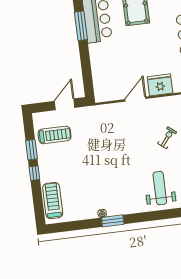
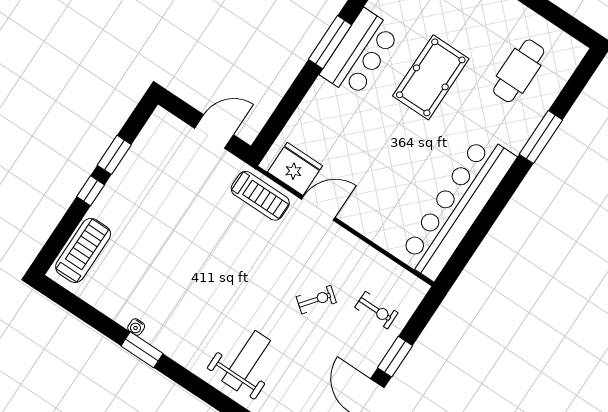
fridge: (160, 85) -> (295, 169), moved
treadmill: (55, 135) -> (260, 196), moved

